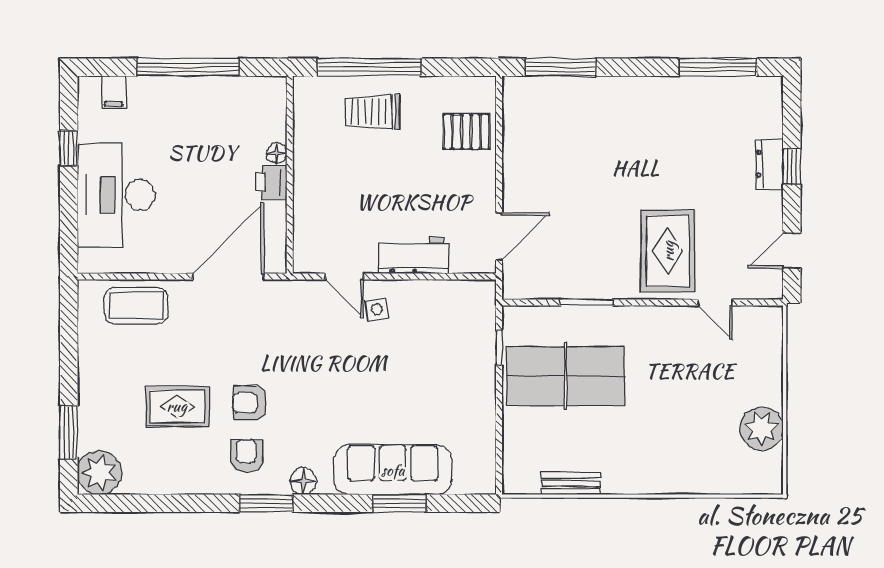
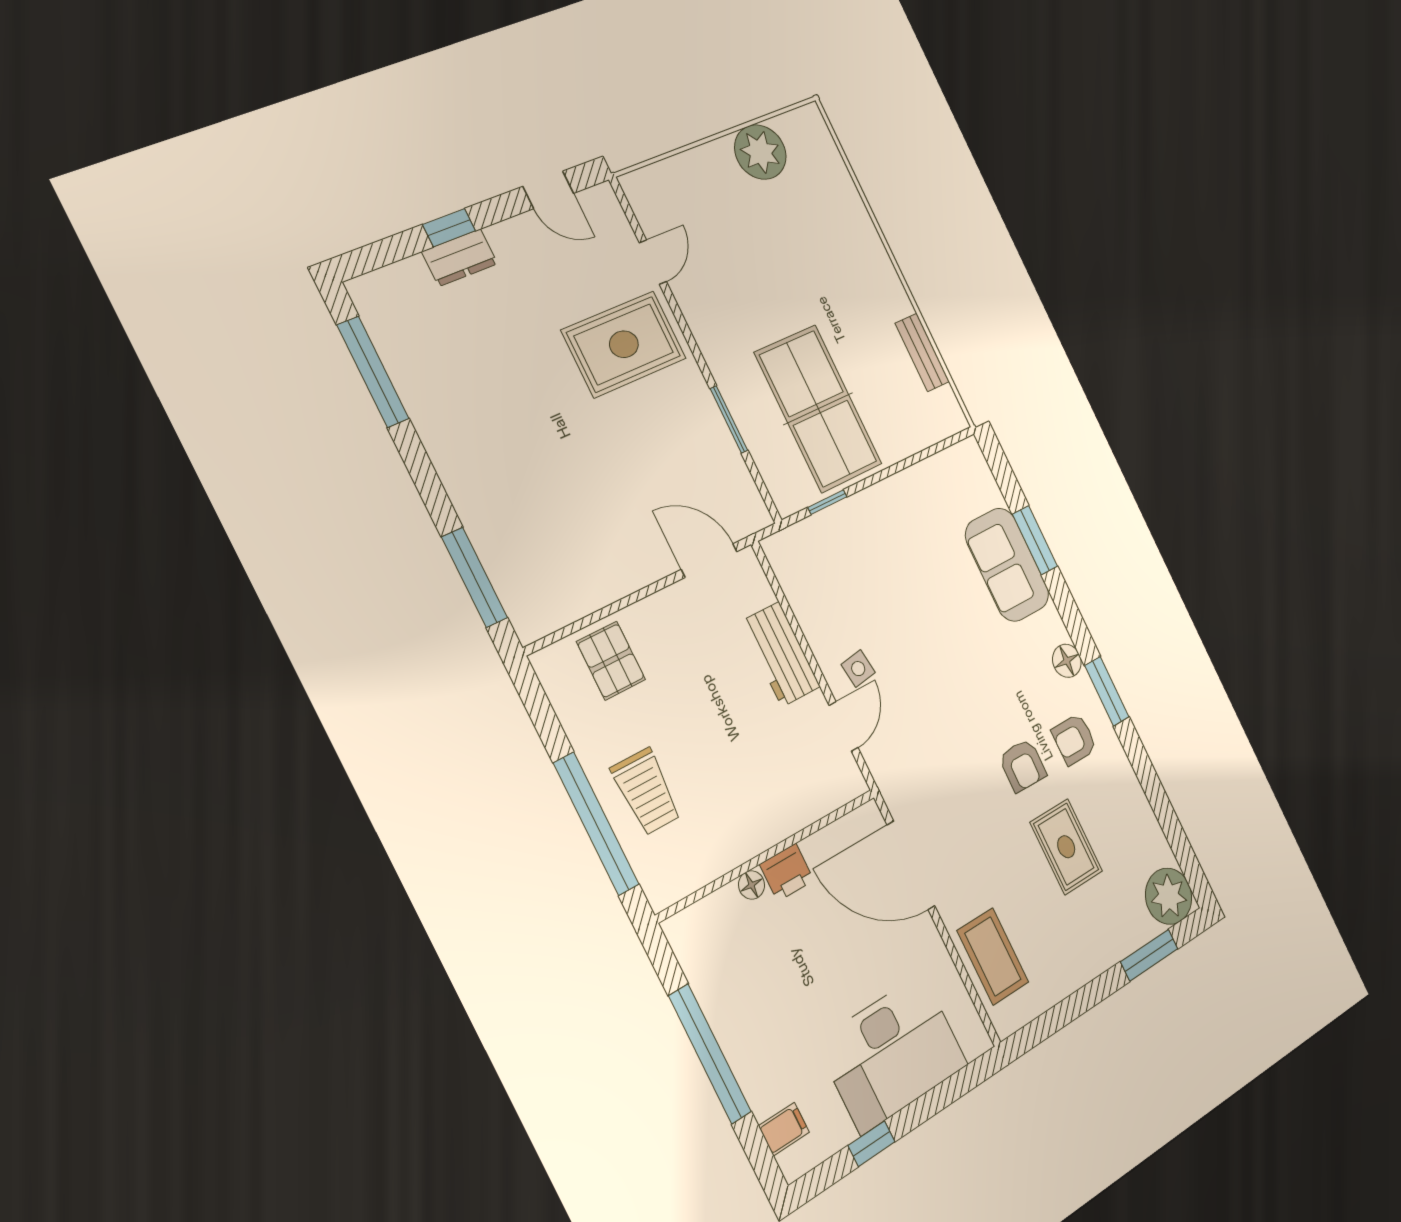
sofa: (393, 470) -> (1007, 565), width x0.73

